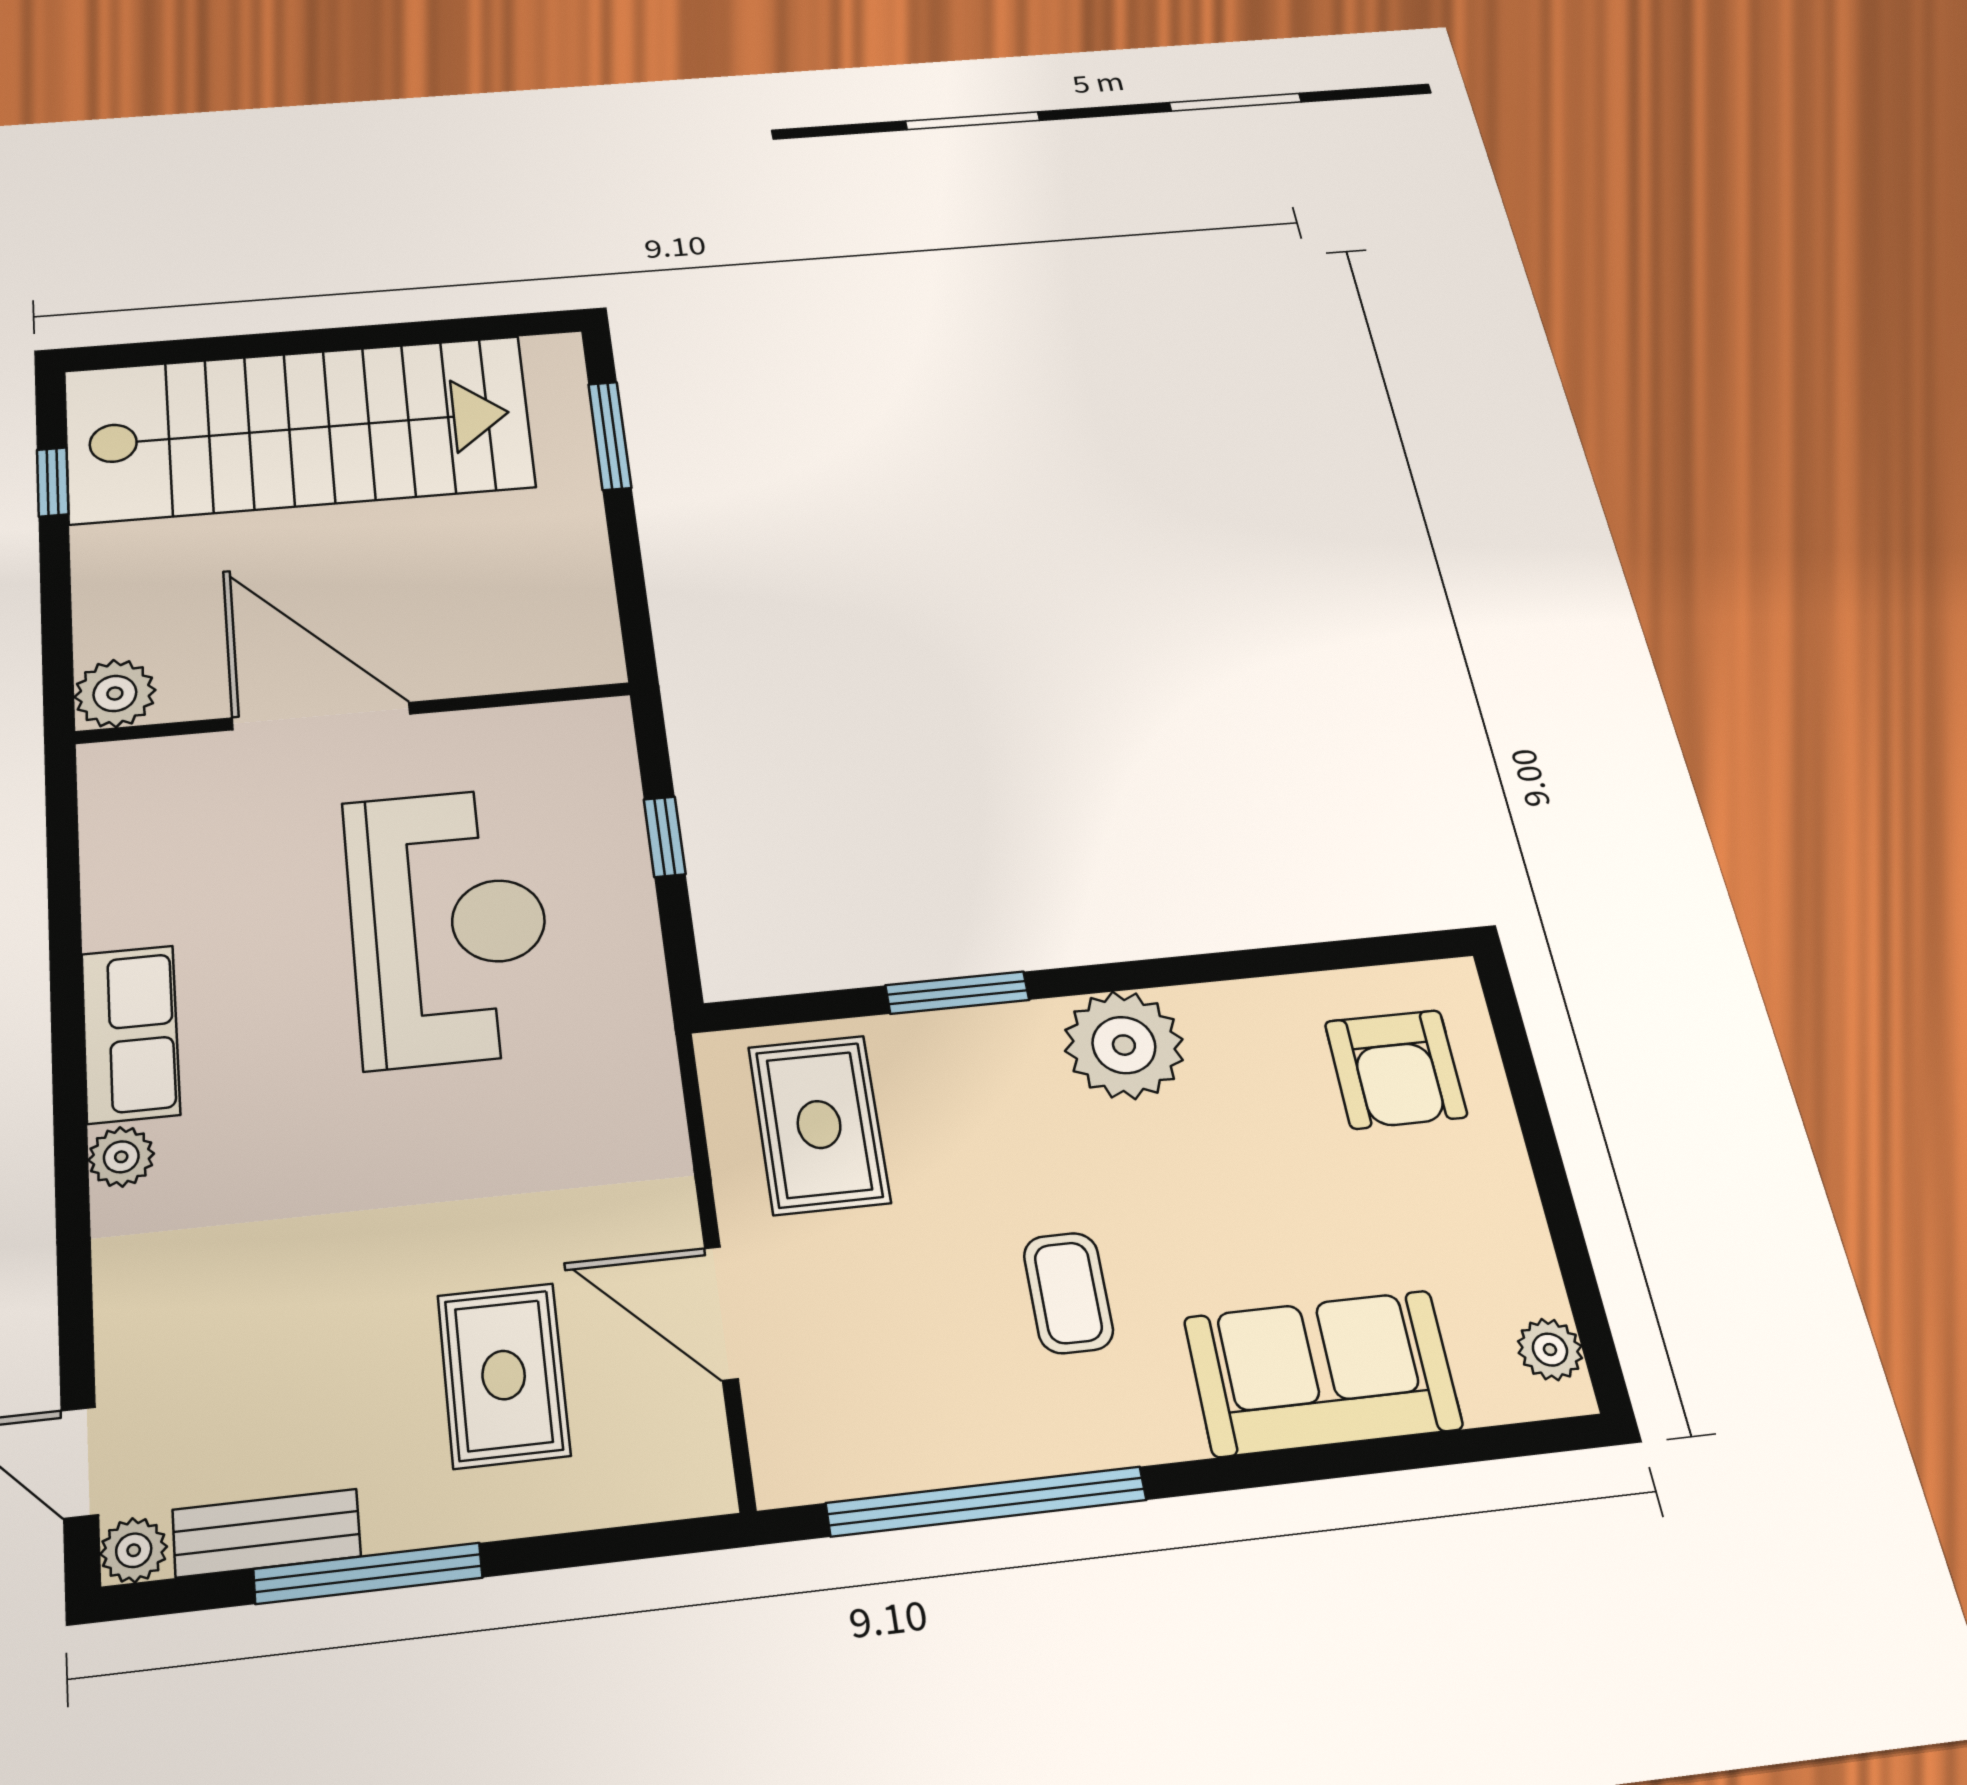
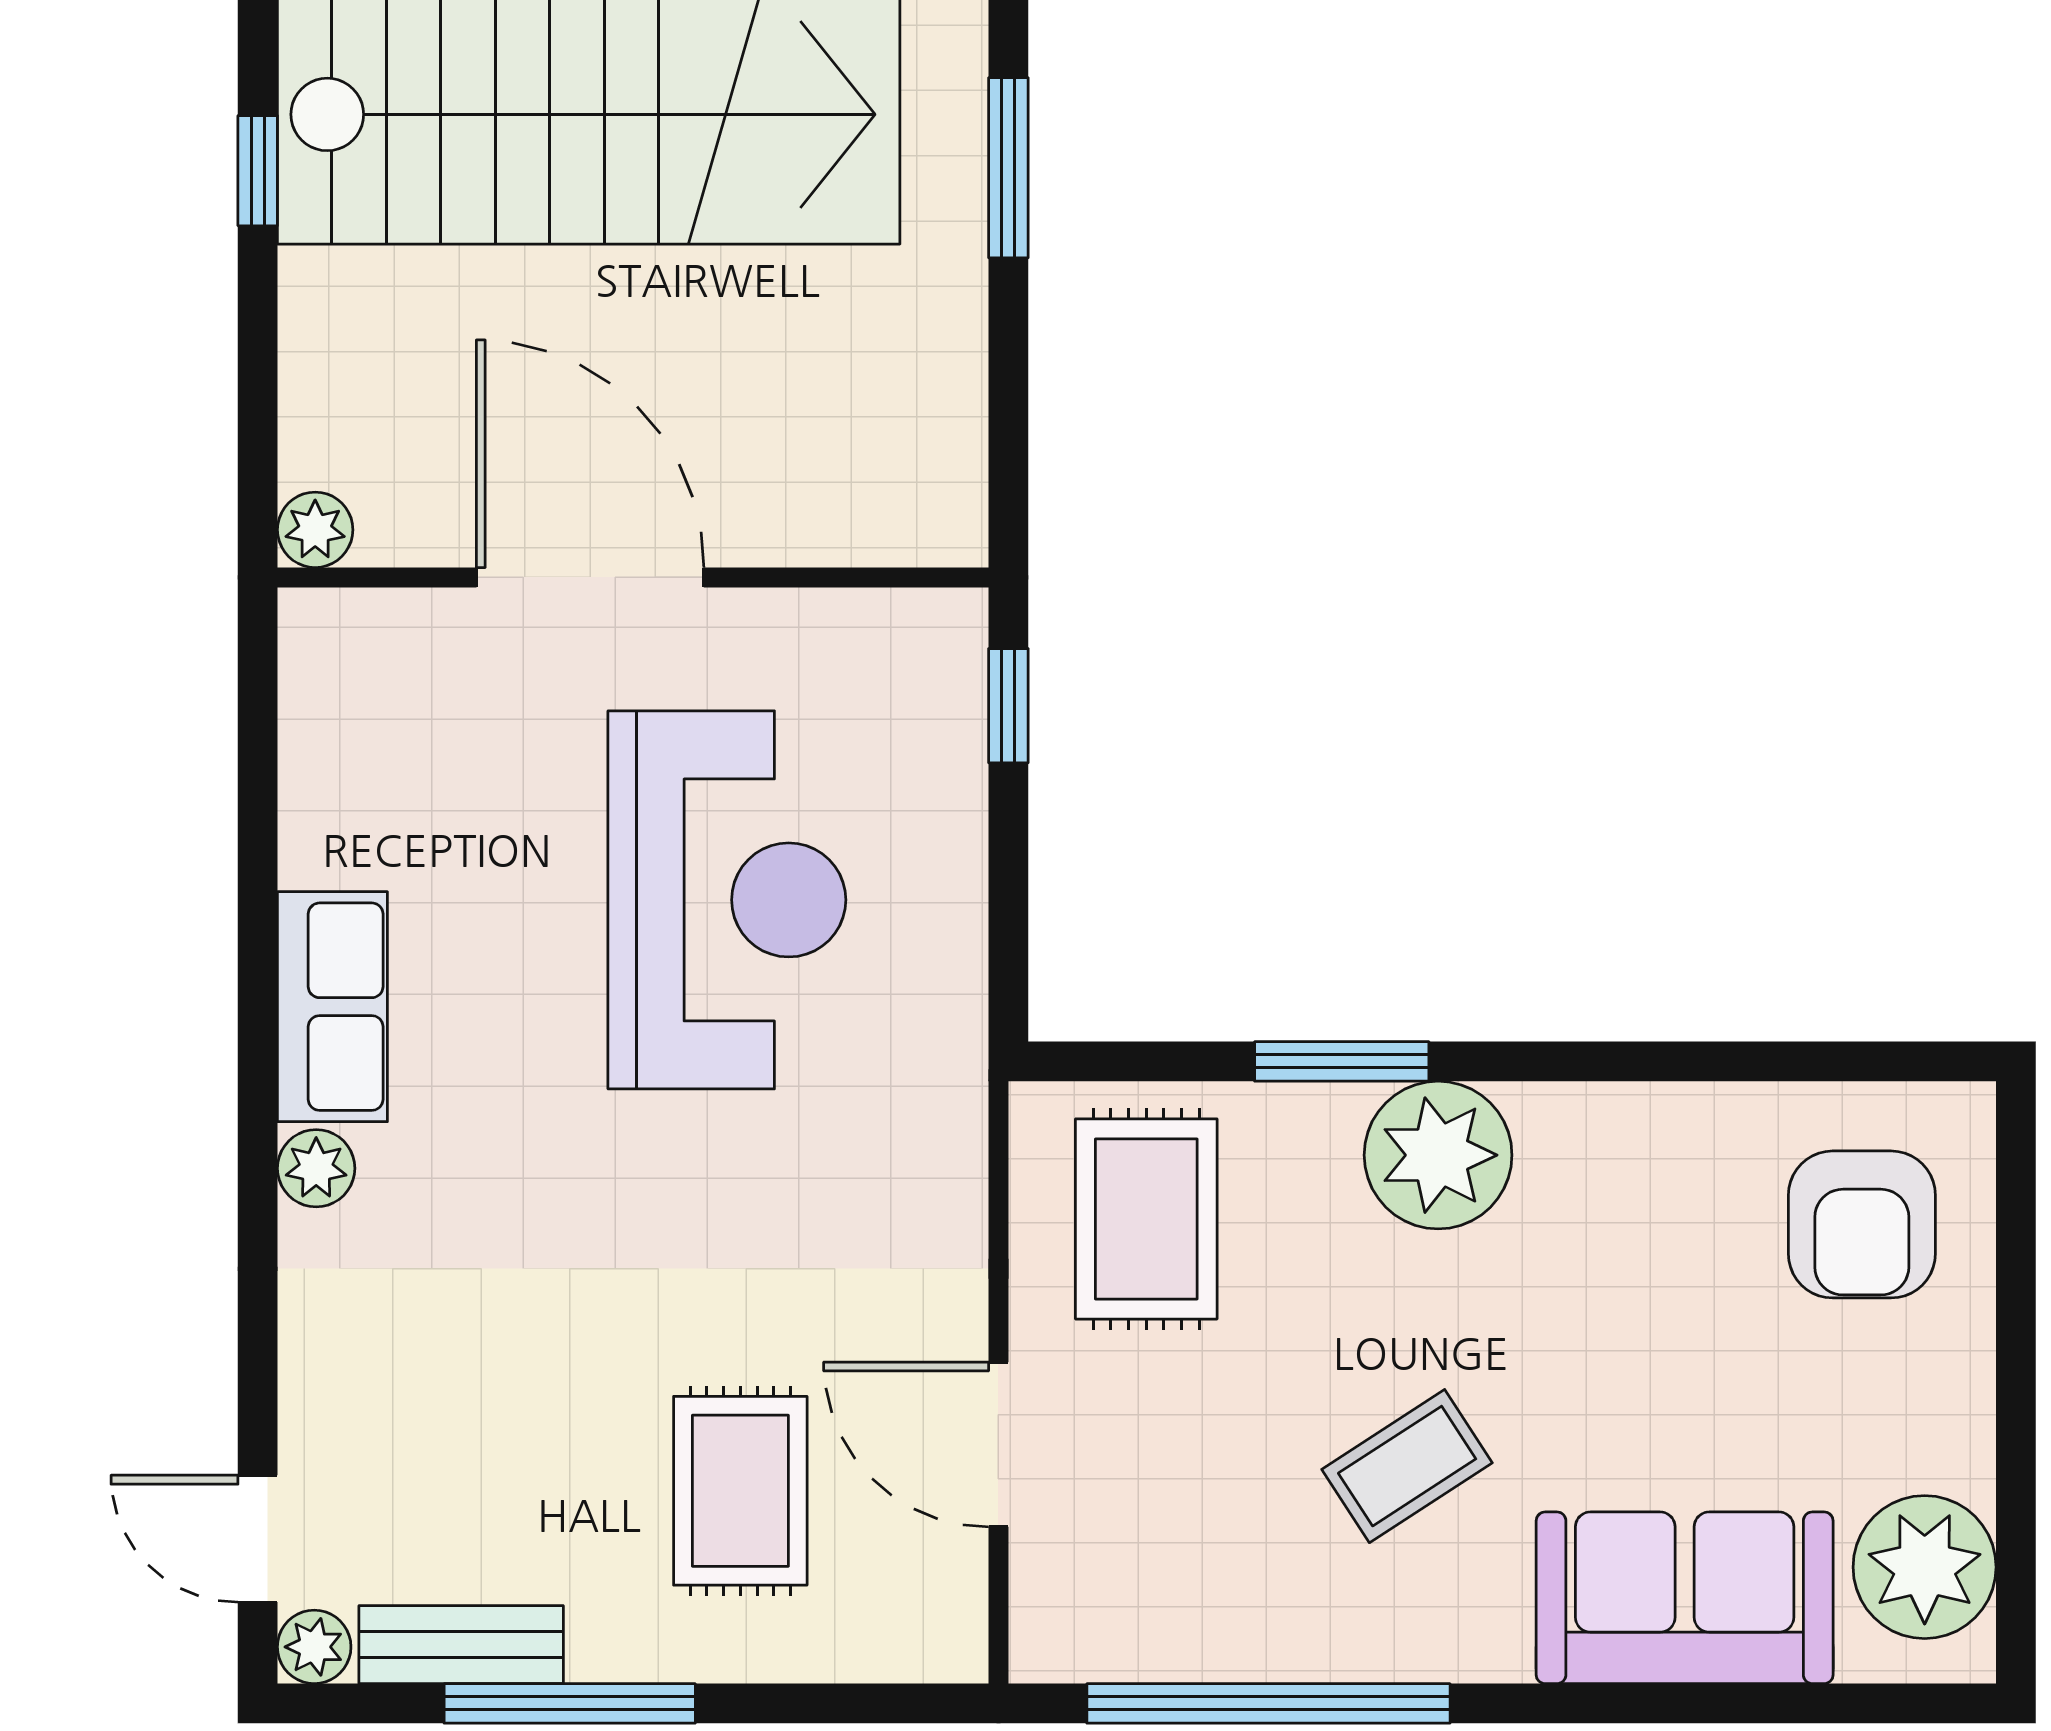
plant: (115, 693) -> (315, 530), width x0.73, depth x0.73
window: (665, 837) -> (1008, 706), moved
plant: (1124, 1045) -> (1438, 1155), moved
coffee table: (1068, 1293) -> (1407, 1466), turned 57
plant: (1550, 1350) -> (1925, 1567), width x1.88, depth x1.88

